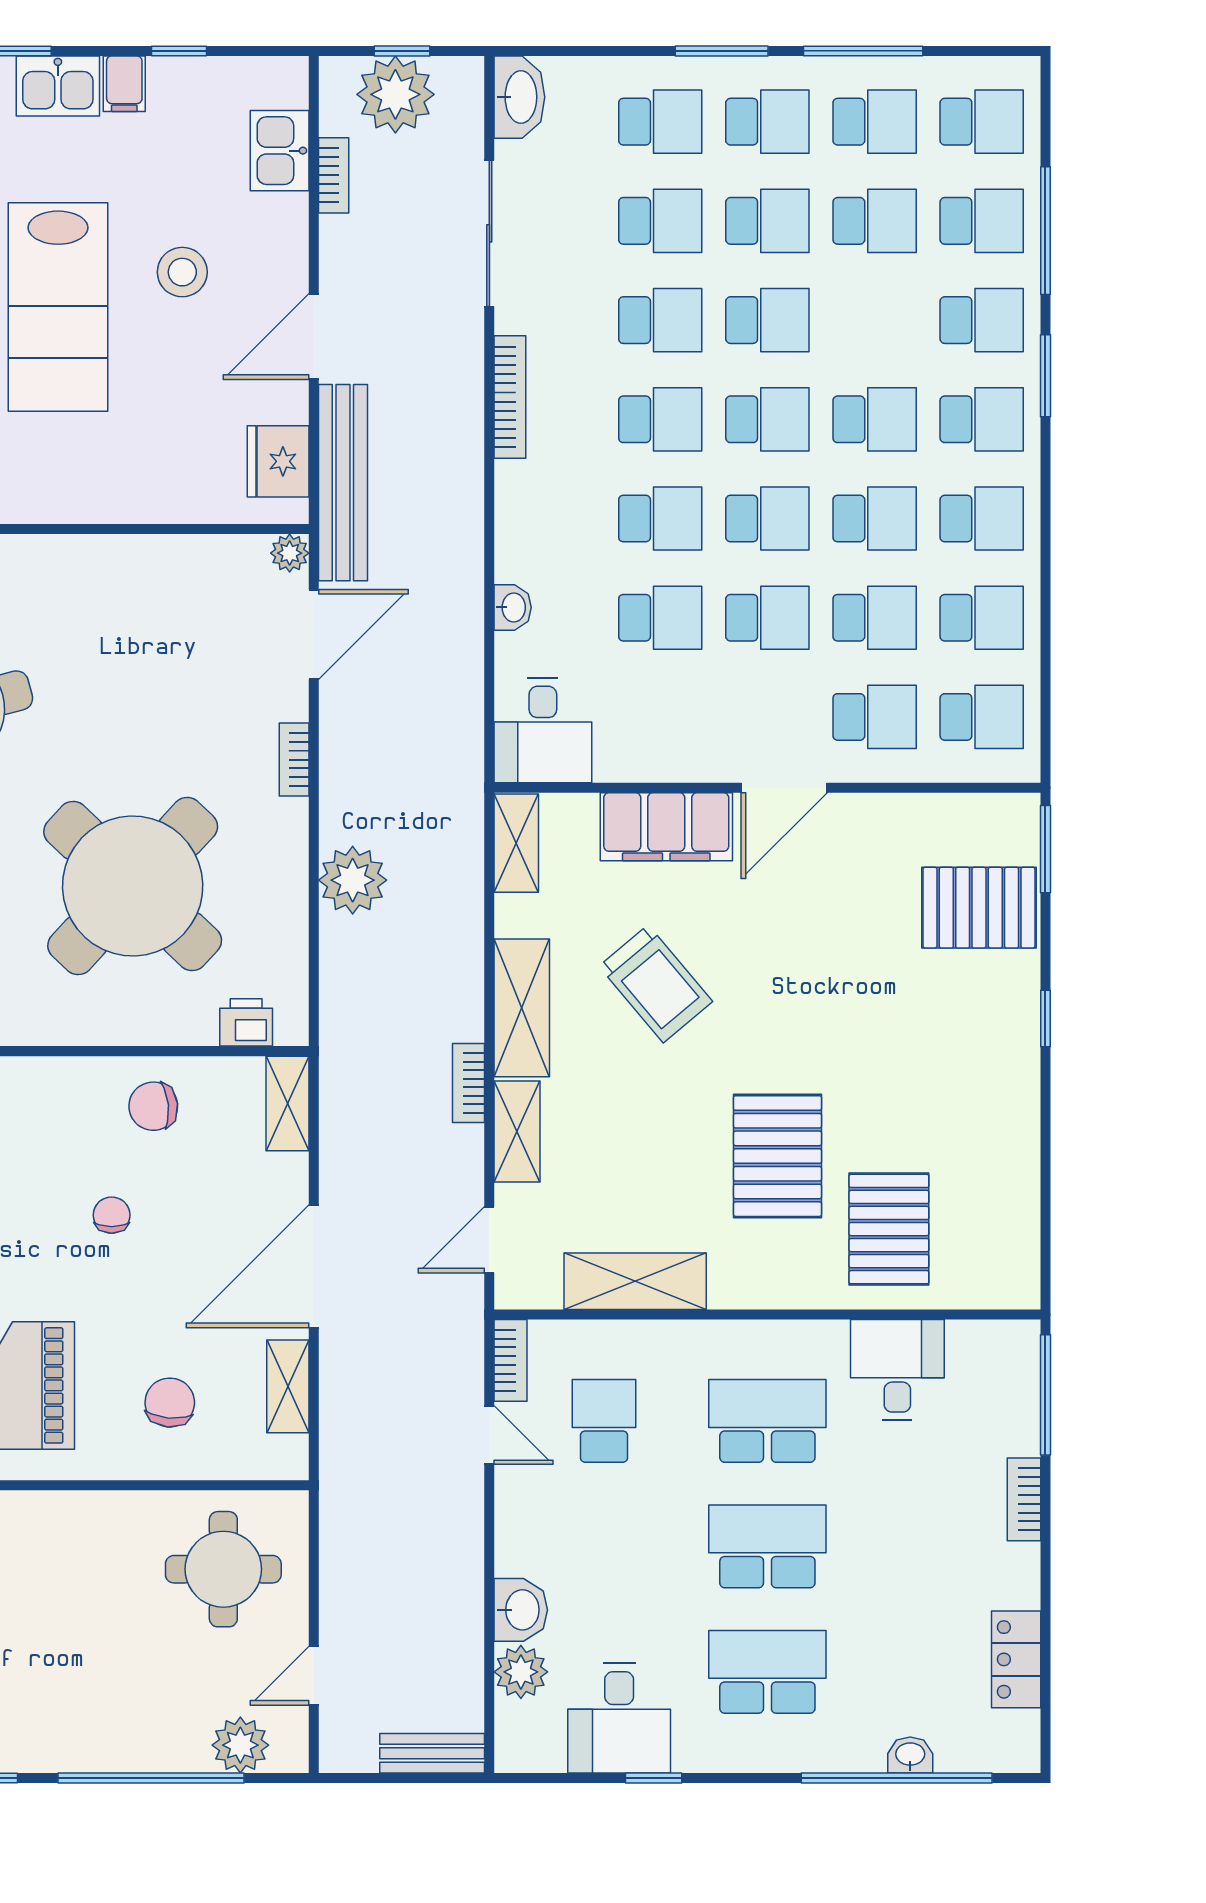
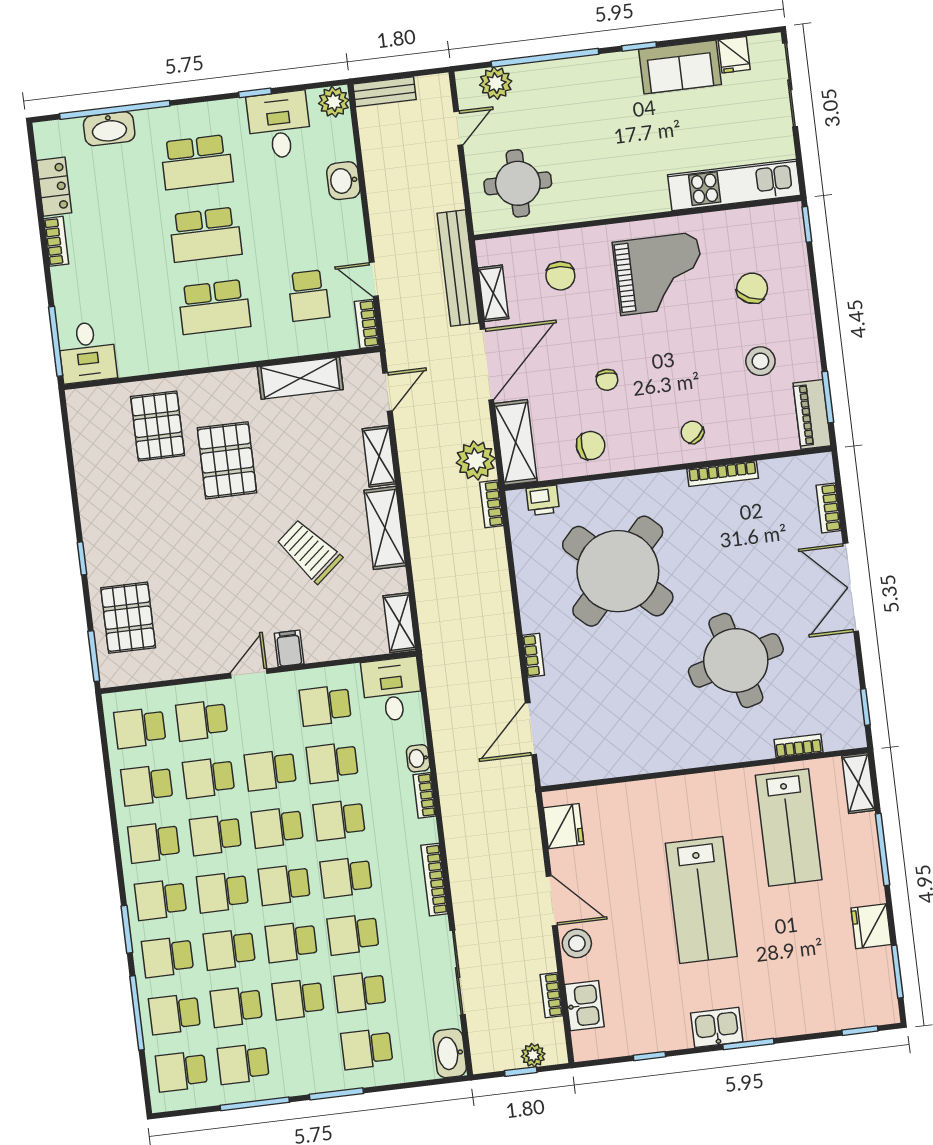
filing cabinet: (124, 84) -> (679, 1033), removed
plant: (395, 94) -> (533, 1055), width x0.53, depth x0.53
school desk: (767, 122) -> (229, 949), moved
stool: (182, 272) -> (577, 943), moved
lab bench: (58, 307) -> (701, 900), turned 180
door: (314, 336) -> (552, 901), hinge flipped
bench: (343, 483) -> (458, 268), moved
bookcase: (509, 543) -> (424, 795), added
plant: (290, 553) -> (550, 774), removed
school desk: (660, 717) -> (325, 705), added
door: (784, 788) -> (249, 673), width x0.73
filing cabinet: (666, 827) -> (289, 648), width x0.33, depth x0.86
plant: (353, 880) -> (476, 460), moved
pallet: (979, 908) -> (128, 618), turned 90
bookcase: (469, 1083) -> (492, 504), moved, turned 180
shelving: (287, 1103) -> (516, 442), width x1.50, depth x1.33
desk: (897, 1370) -> (87, 352), moved
bookcase: (1024, 1499) -> (56, 241), moved
plant: (521, 1672) -> (334, 102), moved
washbasin: (910, 1755) -> (109, 129), width x1.91, depth x1.45

